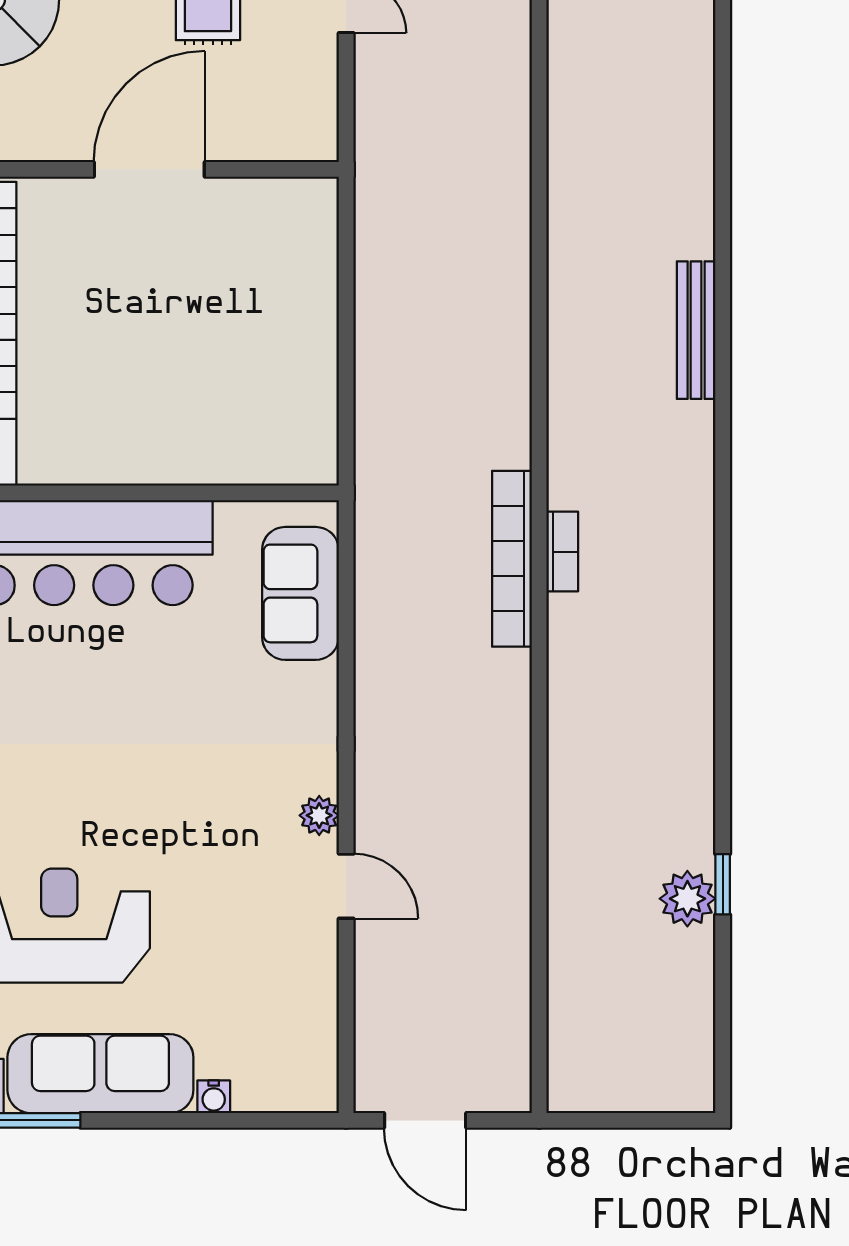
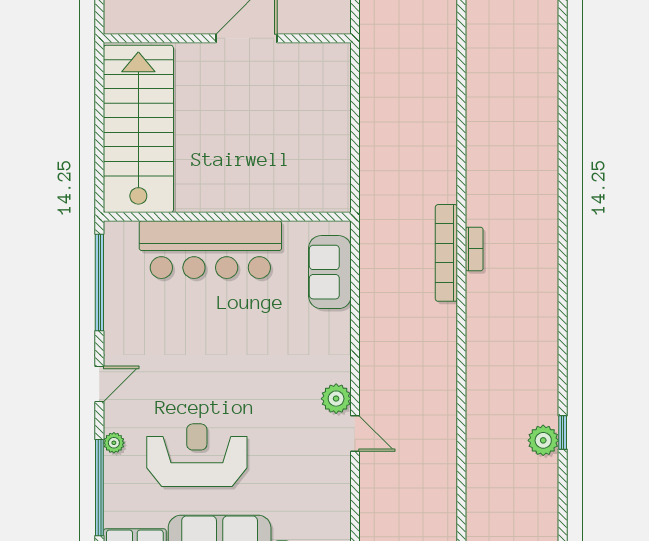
bench: (696, 330) -> (548, 127), removed
plant: (319, 815) -> (336, 399), width x1.38, depth x1.38

